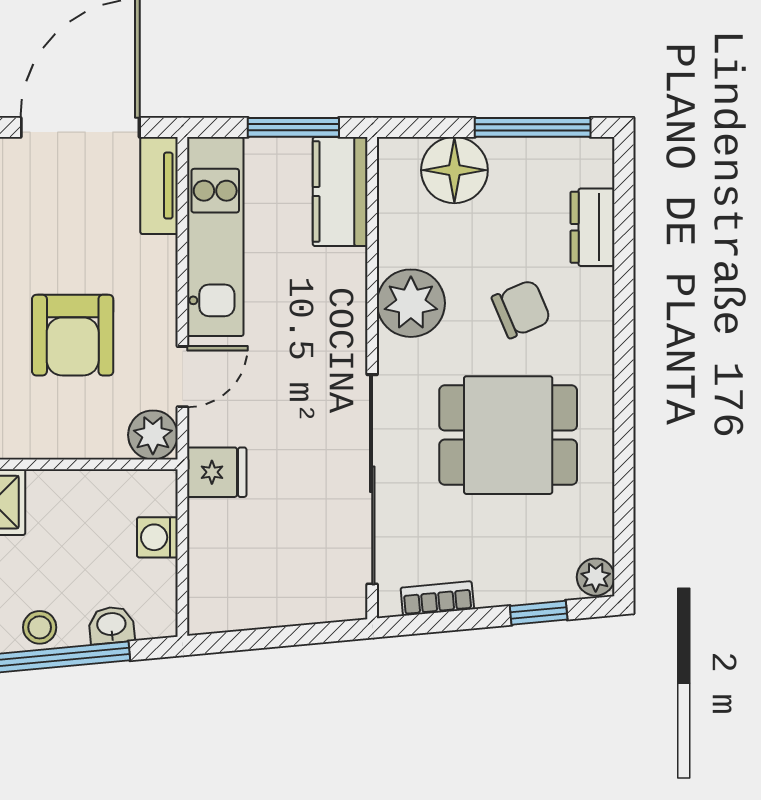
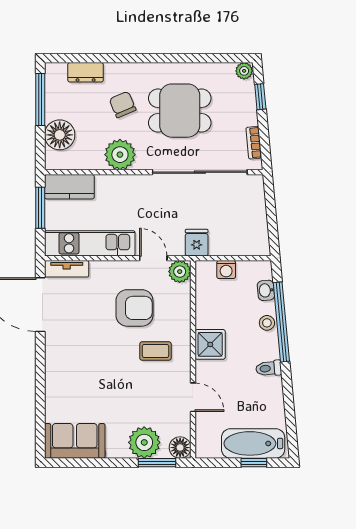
dining table: (508, 435) -> (180, 111), turned 90

